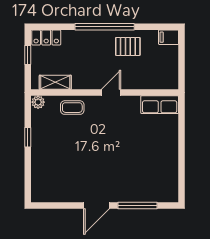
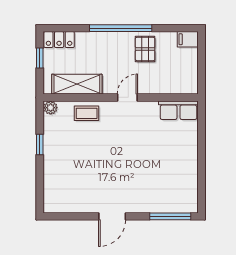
pallet: (128, 46) -> (145, 49), turned 90
shelving: (55, 82) -> (77, 84), width x1.50, depth x1.33
window: (138, 205) -> (170, 216), moved

